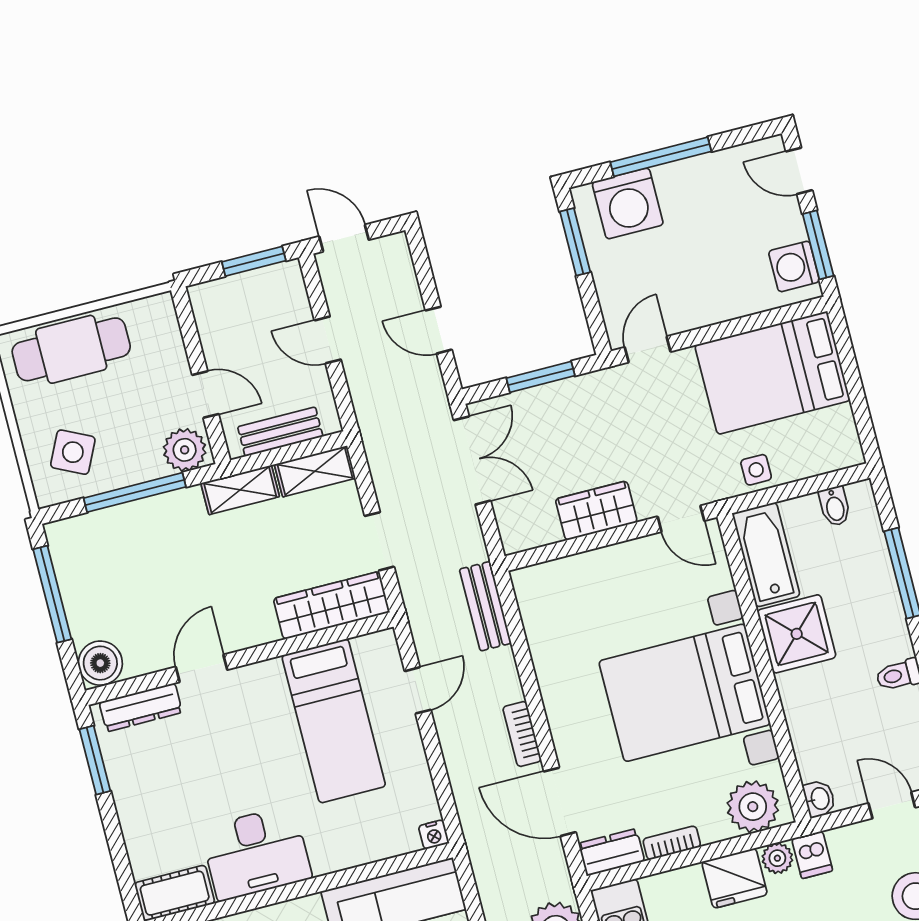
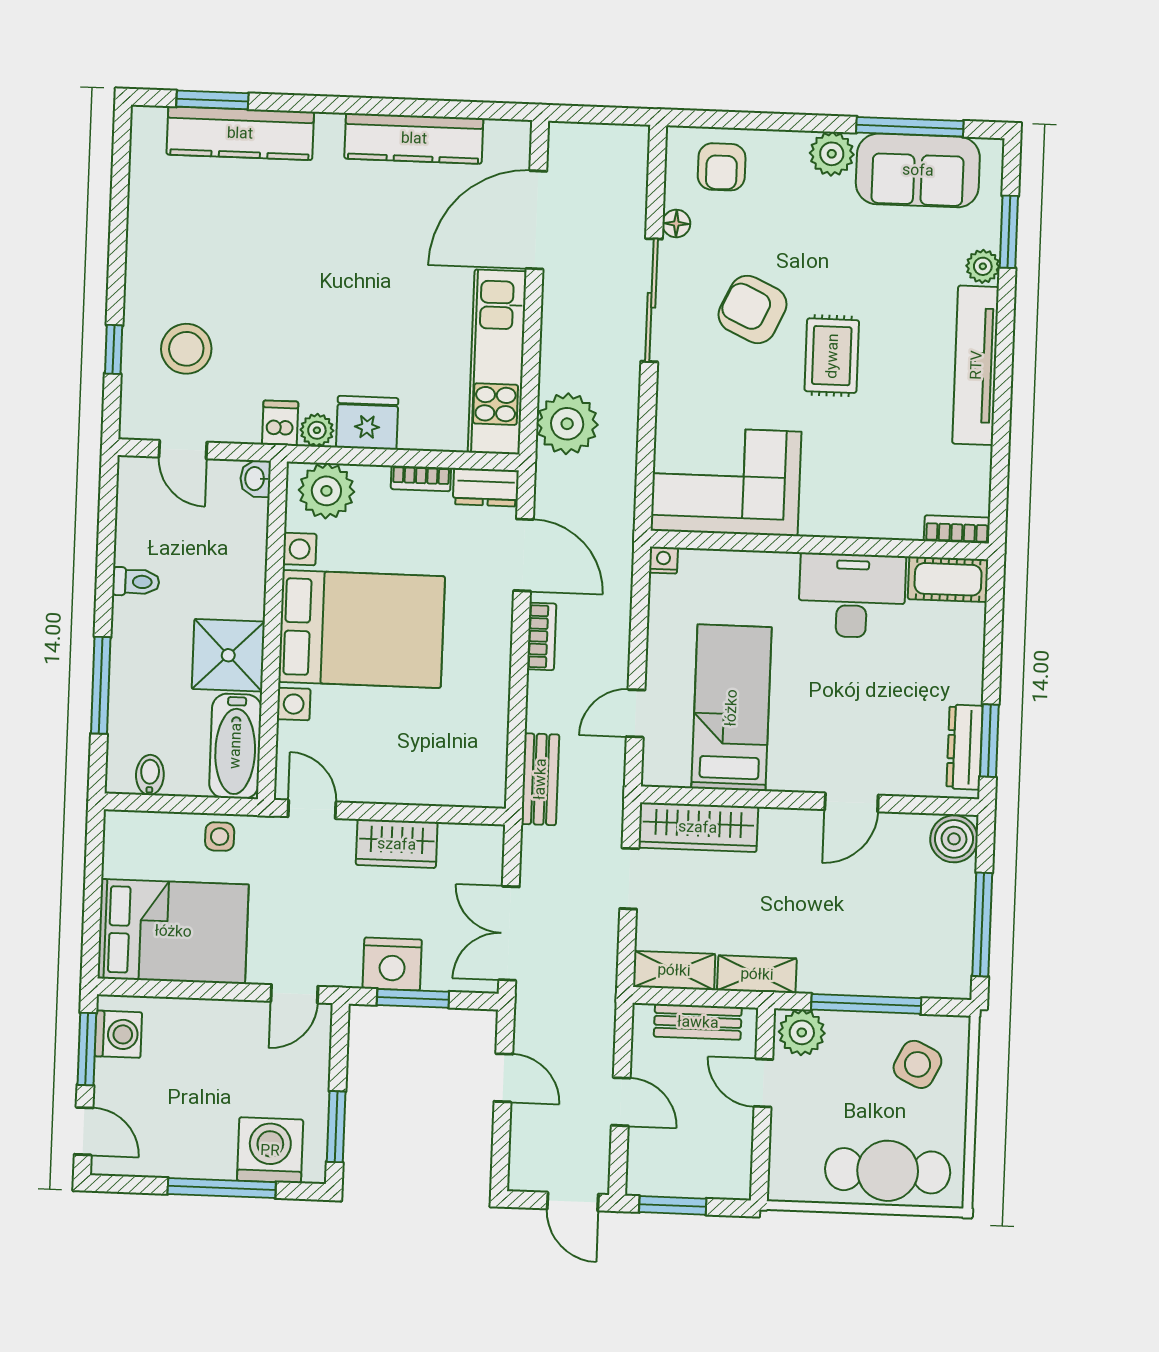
nightstand: (568, 402) -> (392, 964), added
dresser: (141, 707) -> (965, 747), moved, turned -90

